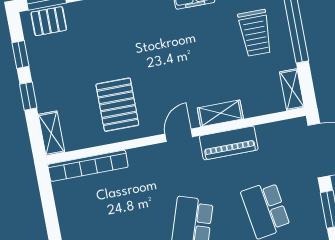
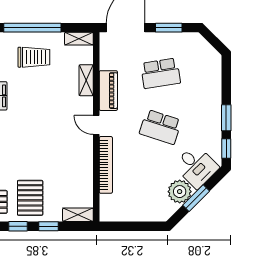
pallet: (117, 105) -> (30, 198), moved, turned 90
shelving: (220, 113) -> (86, 80), moved
bookcase: (88, 166) -> (106, 165), moved

